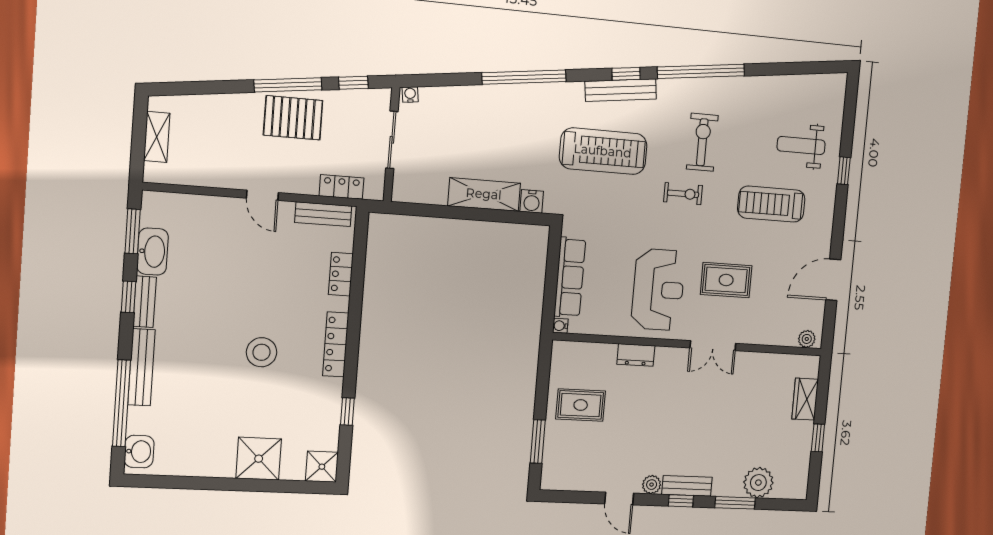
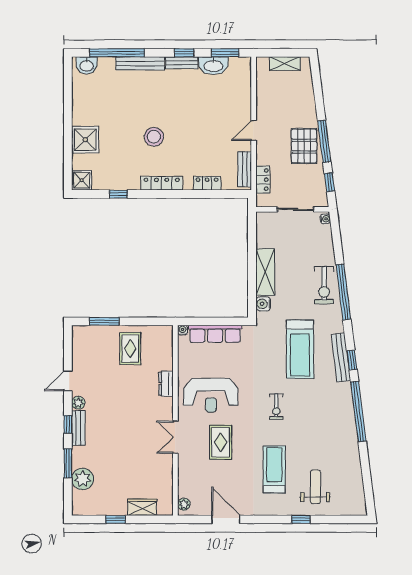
exercise bike: (702, 142) -> (324, 285), moved, turned 90

